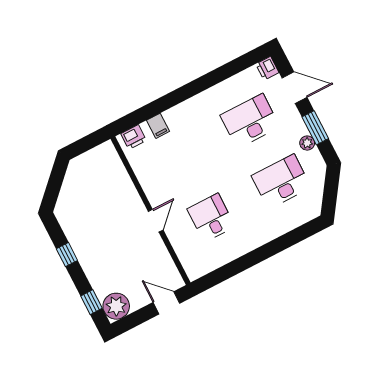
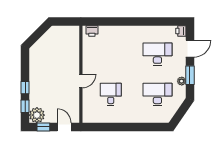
door: (295, 88) -> (190, 49), hinge flipped
filing cabinet: (158, 126) -> (108, 32), removed
window: (67, 255) -> (25, 88), moved
window: (135, 319) -> (43, 127), added

